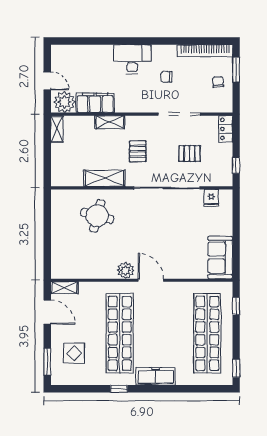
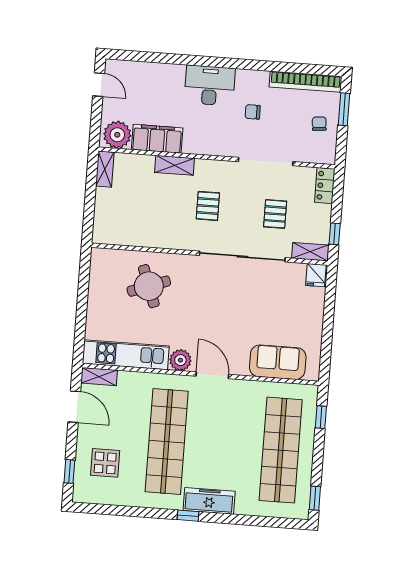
door: (47, 81) -> (99, 85), moved
pallet: (189, 153) -> (275, 214), turned 90
shelving: (104, 178) -> (310, 252), moved, width x0.67, depth x0.75
fridge: (211, 198) -> (316, 275), moved
round table: (97, 216) -> (149, 286), turned -35
sofa: (220, 258) -> (278, 362), moved, turned 90
kitchen unit: (83, 270) -> (126, 355), added
window: (47, 362) -> (69, 471), width x0.67
window: (119, 389) -> (188, 516), moved

